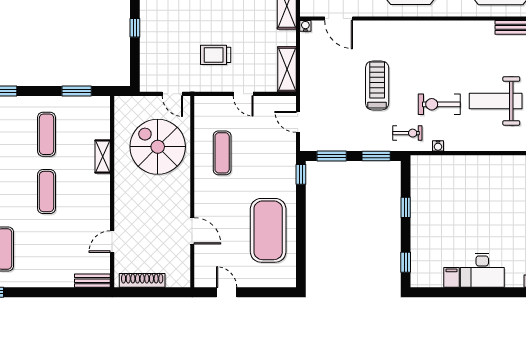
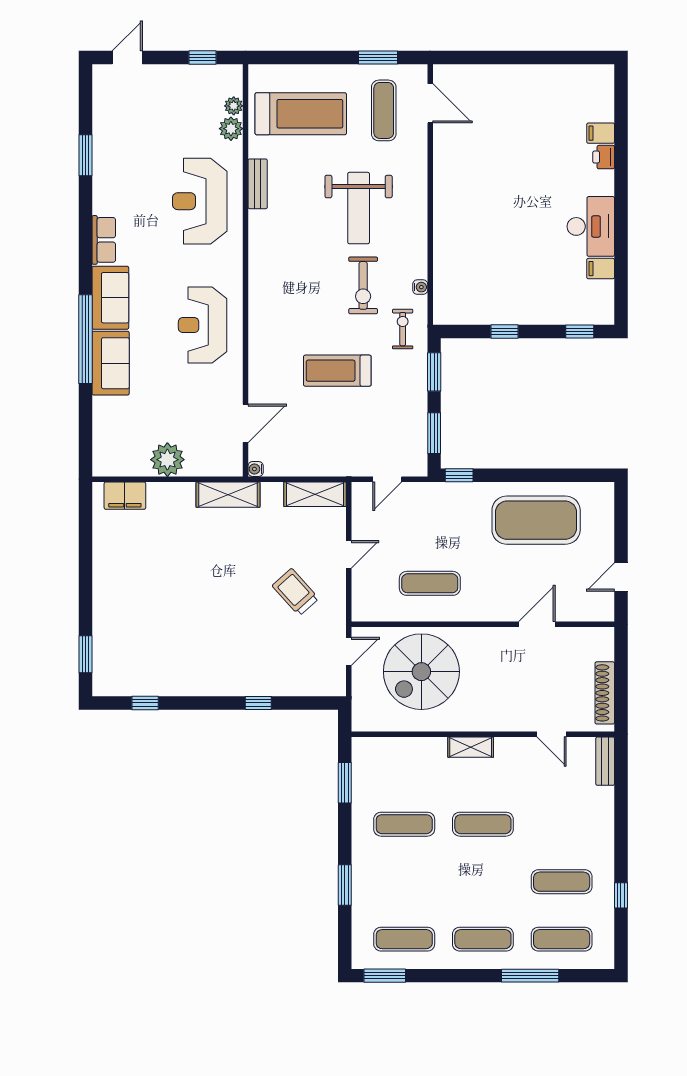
trolley: (216, 55) -> (295, 592), turned 138
shelving: (103, 156) -> (471, 747), moved

